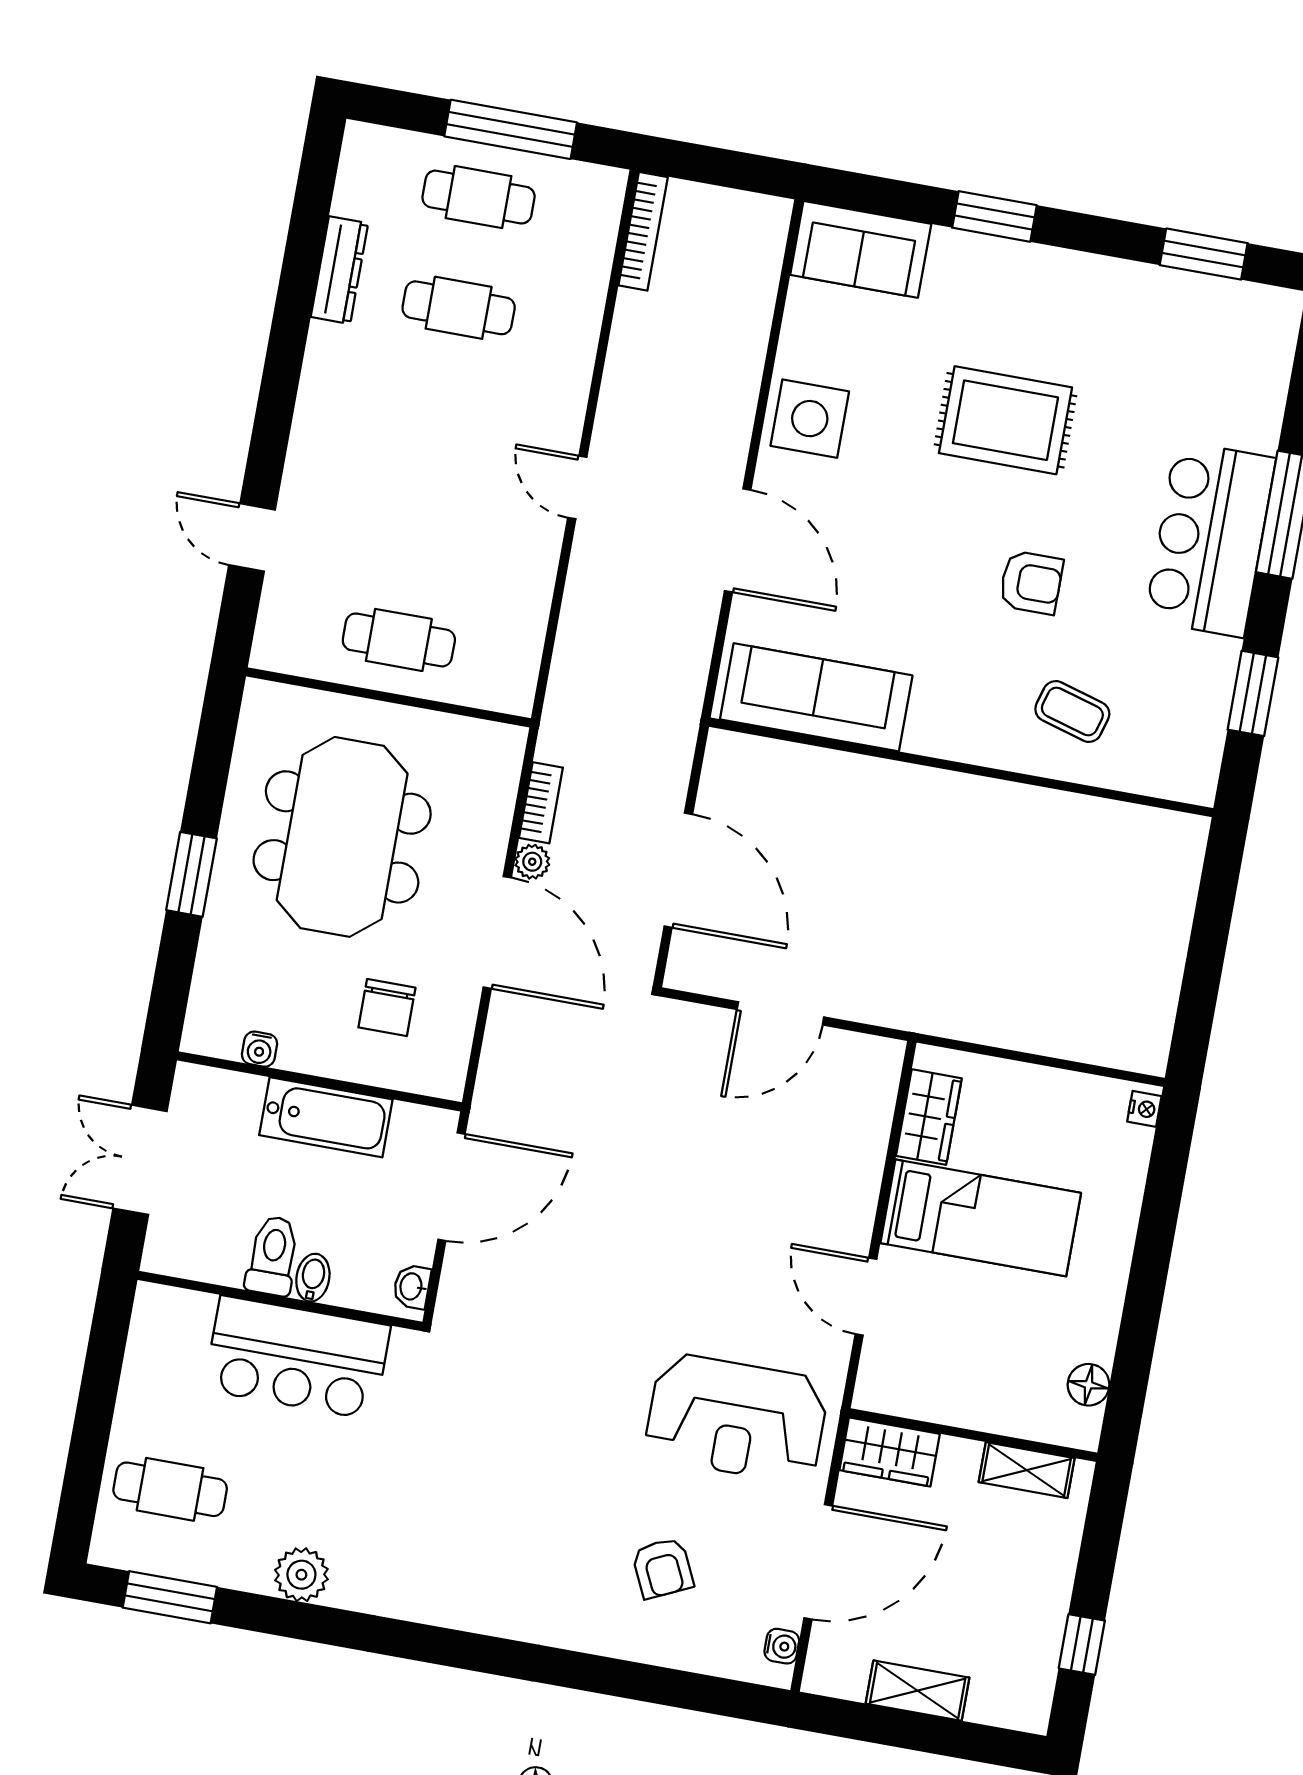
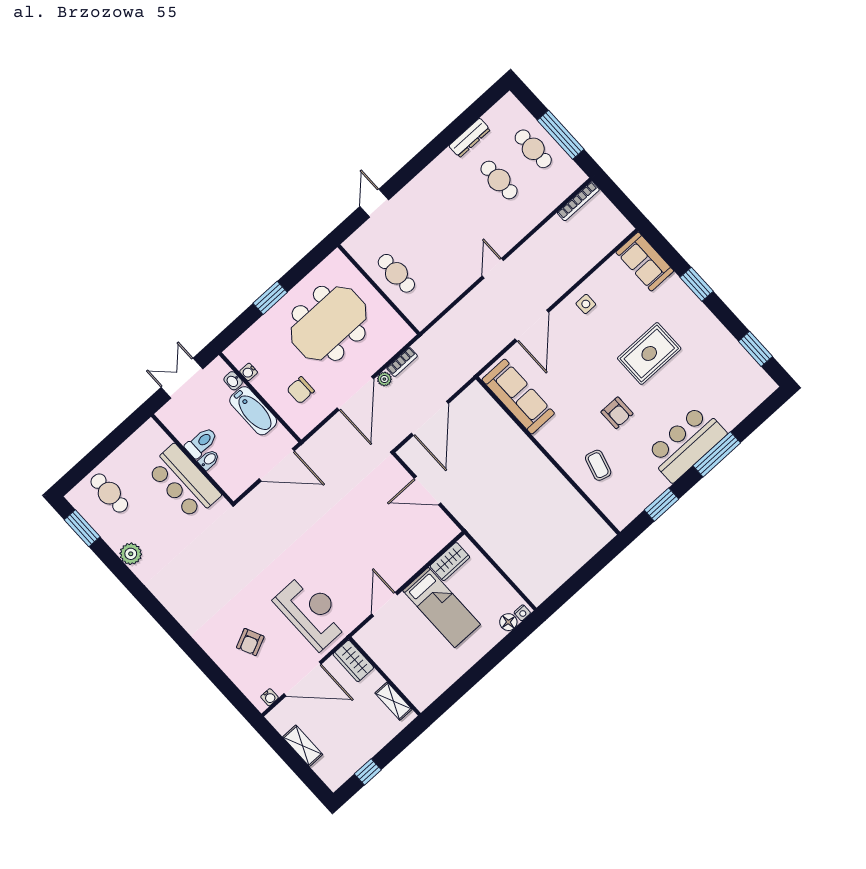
side table: (810, 419) -> (586, 304), width x0.54, depth x0.54
rug: (1005, 420) -> (649, 353), turned 90
washbasin: (412, 1287) -> (233, 381), moved, turned -90
floor lamp: (1089, 1385) -> (508, 622), moved
reception desk: (736, 1418) -> (312, 612), turned 180

